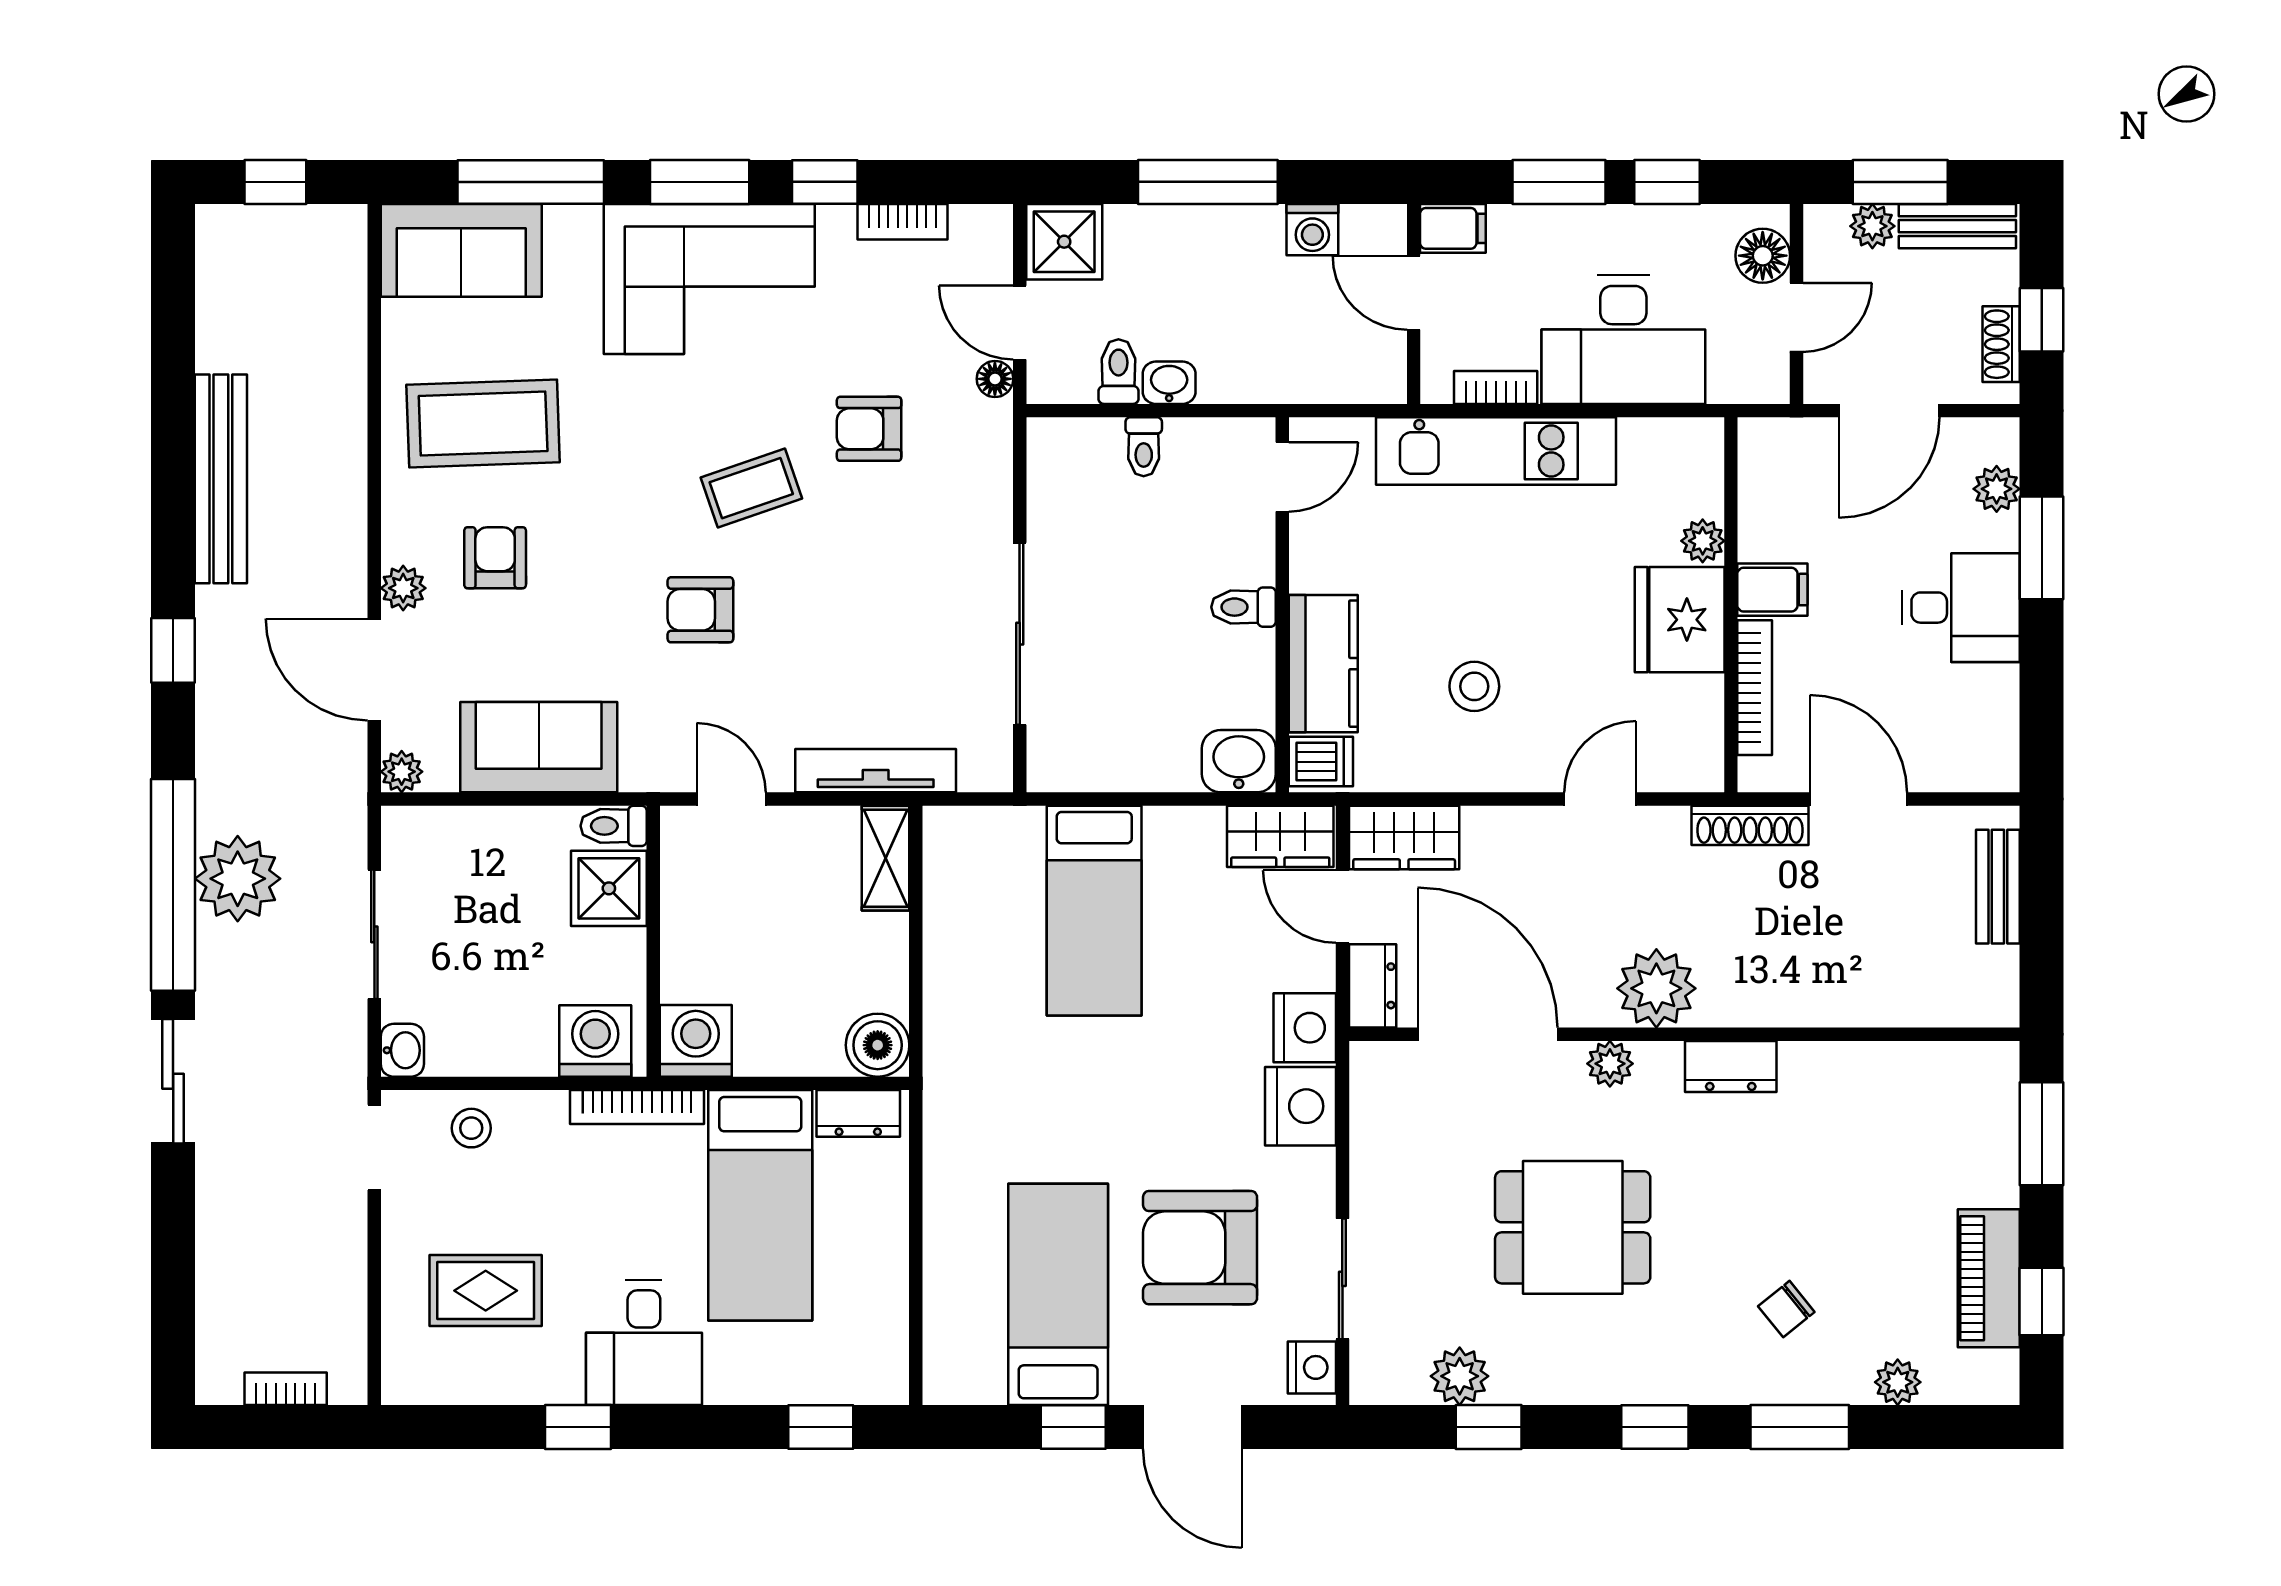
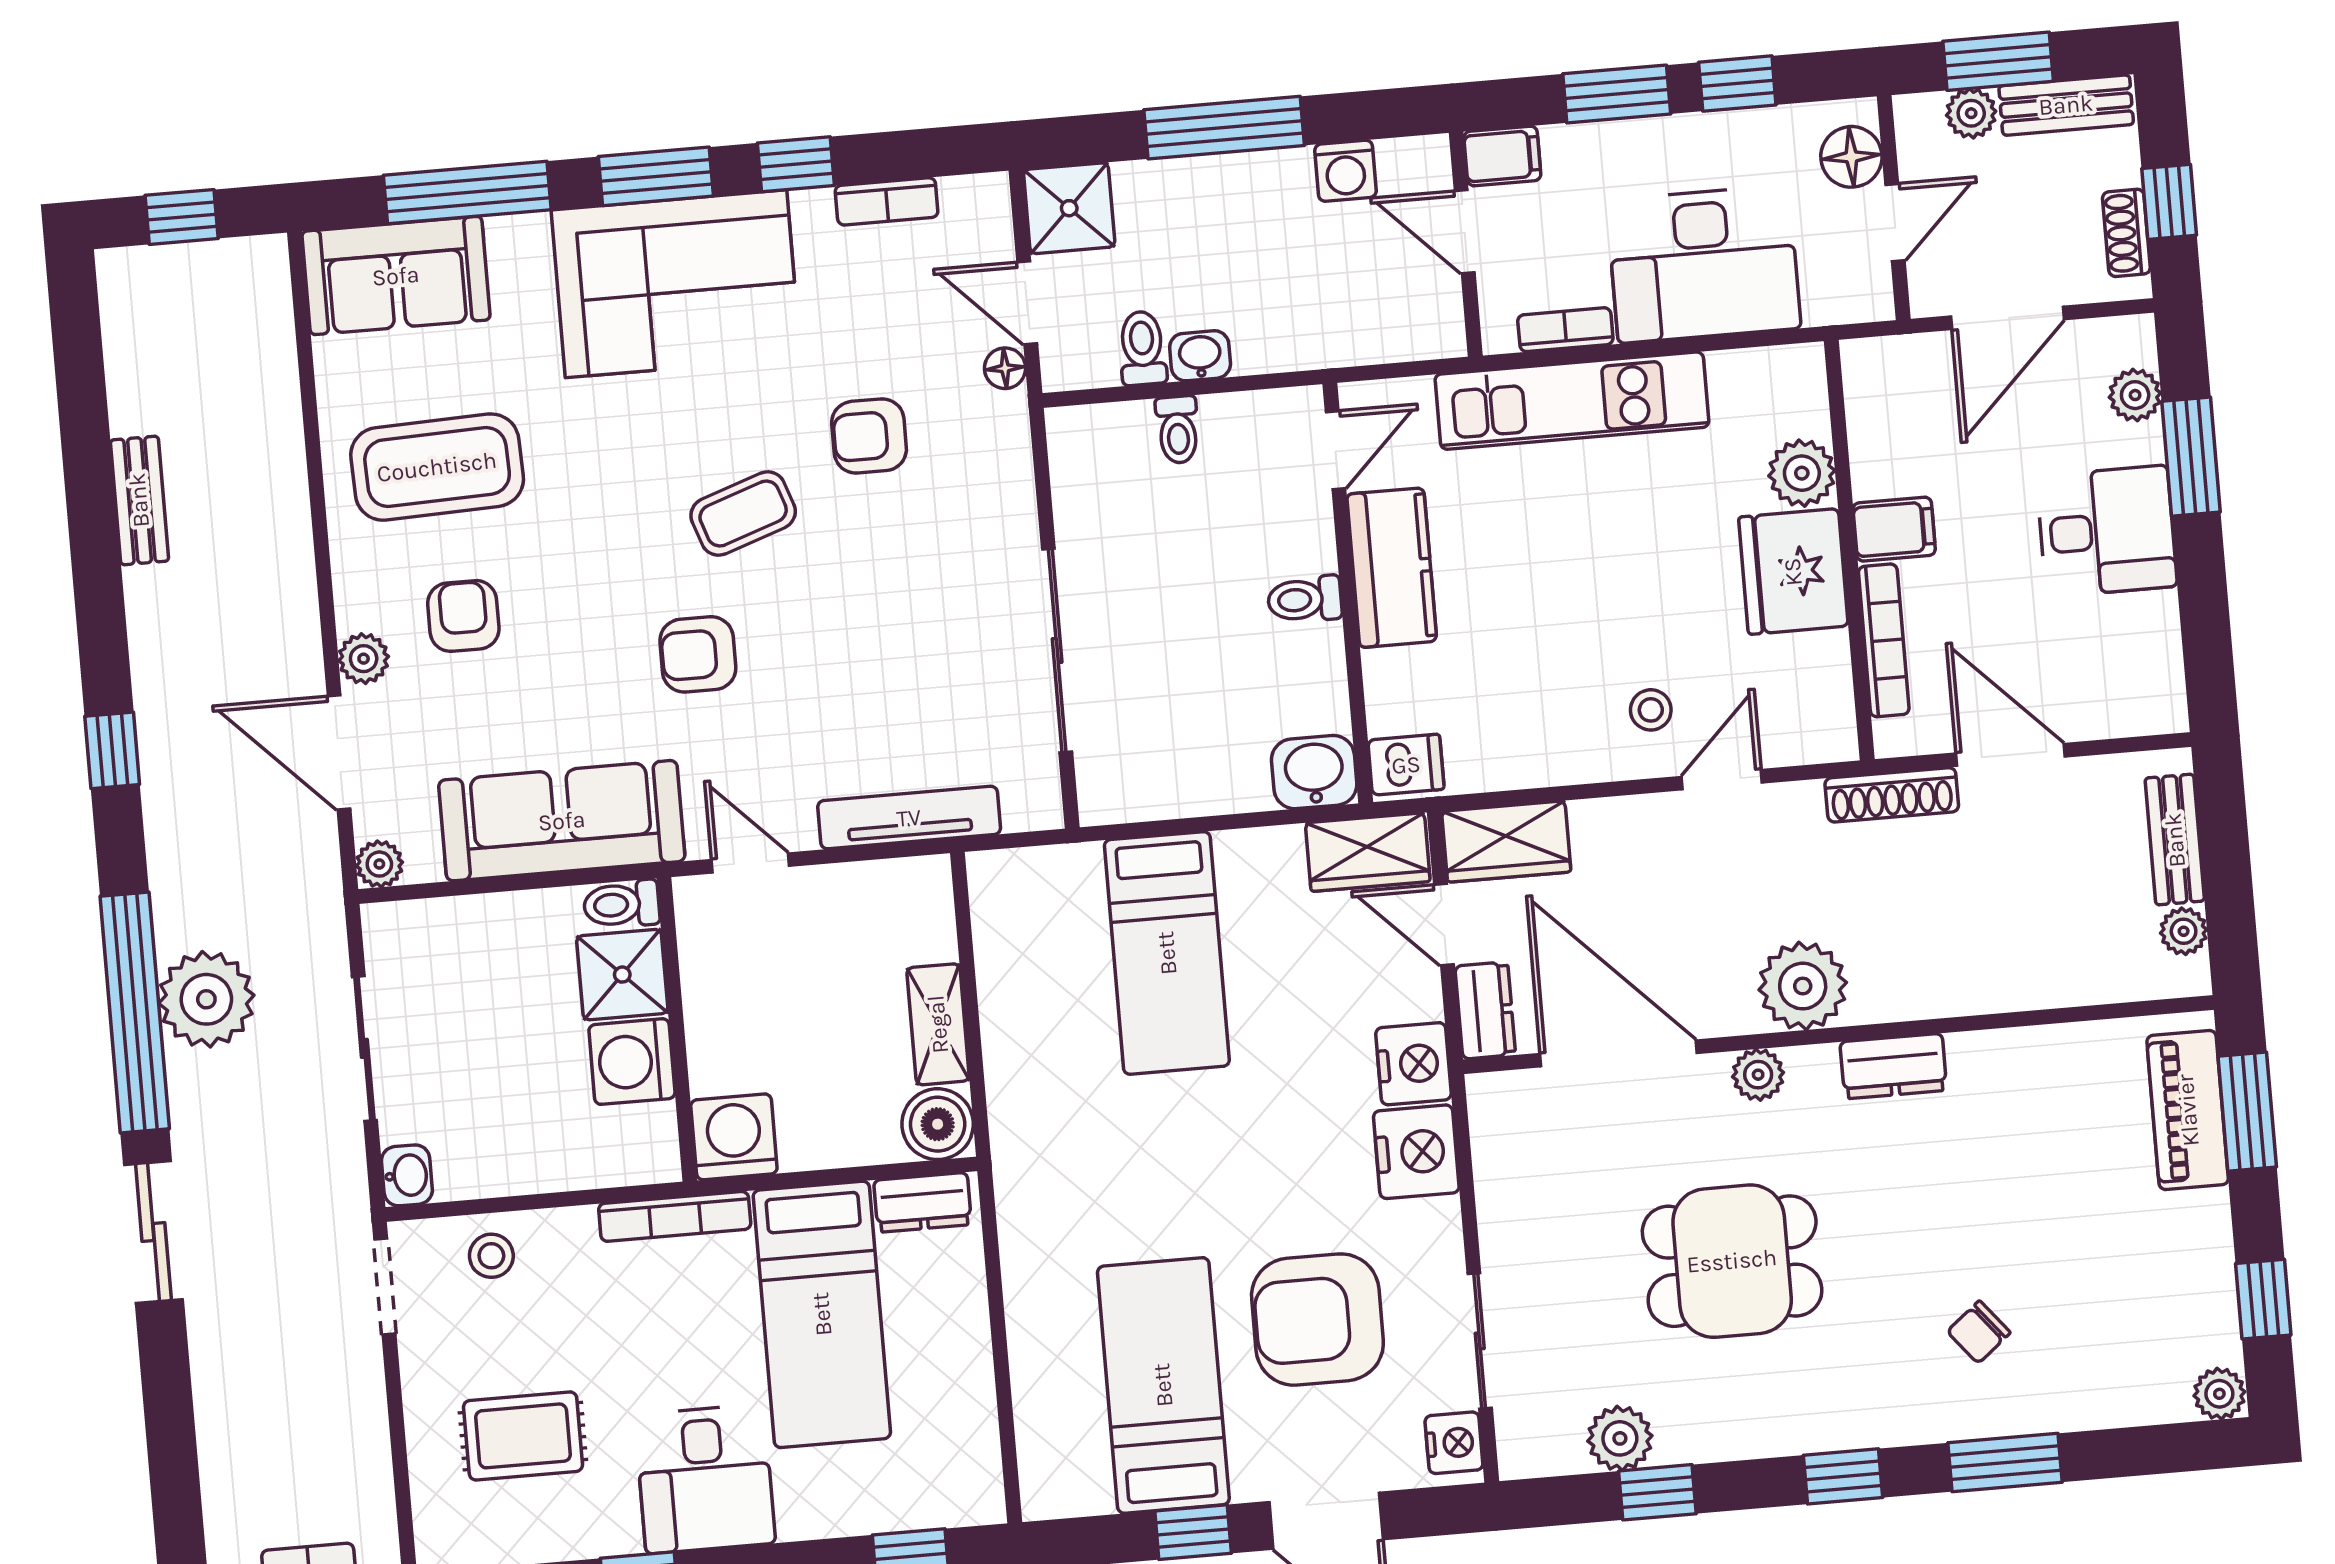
bench: (221, 479) -> (139, 500), width x0.54, depth x0.82
plant: (1703, 541) -> (1802, 473), width x1.38, depth x1.38
kitchen counter: (1323, 664) -> (1392, 568), moved
stool: (1474, 686) -> (1651, 710), moved, width x0.73, depth x0.73
sofa: (539, 747) -> (562, 821), width x1.36
shelving: (886, 858) -> (938, 1024), moved
plant: (1999, 969) -> (2184, 931), added
washing machine: (595, 1041) -> (632, 1062), moved, turned -90
piano: (1989, 1278) -> (2188, 1110), moved
plant: (1898, 1382) -> (2219, 1394), moved

